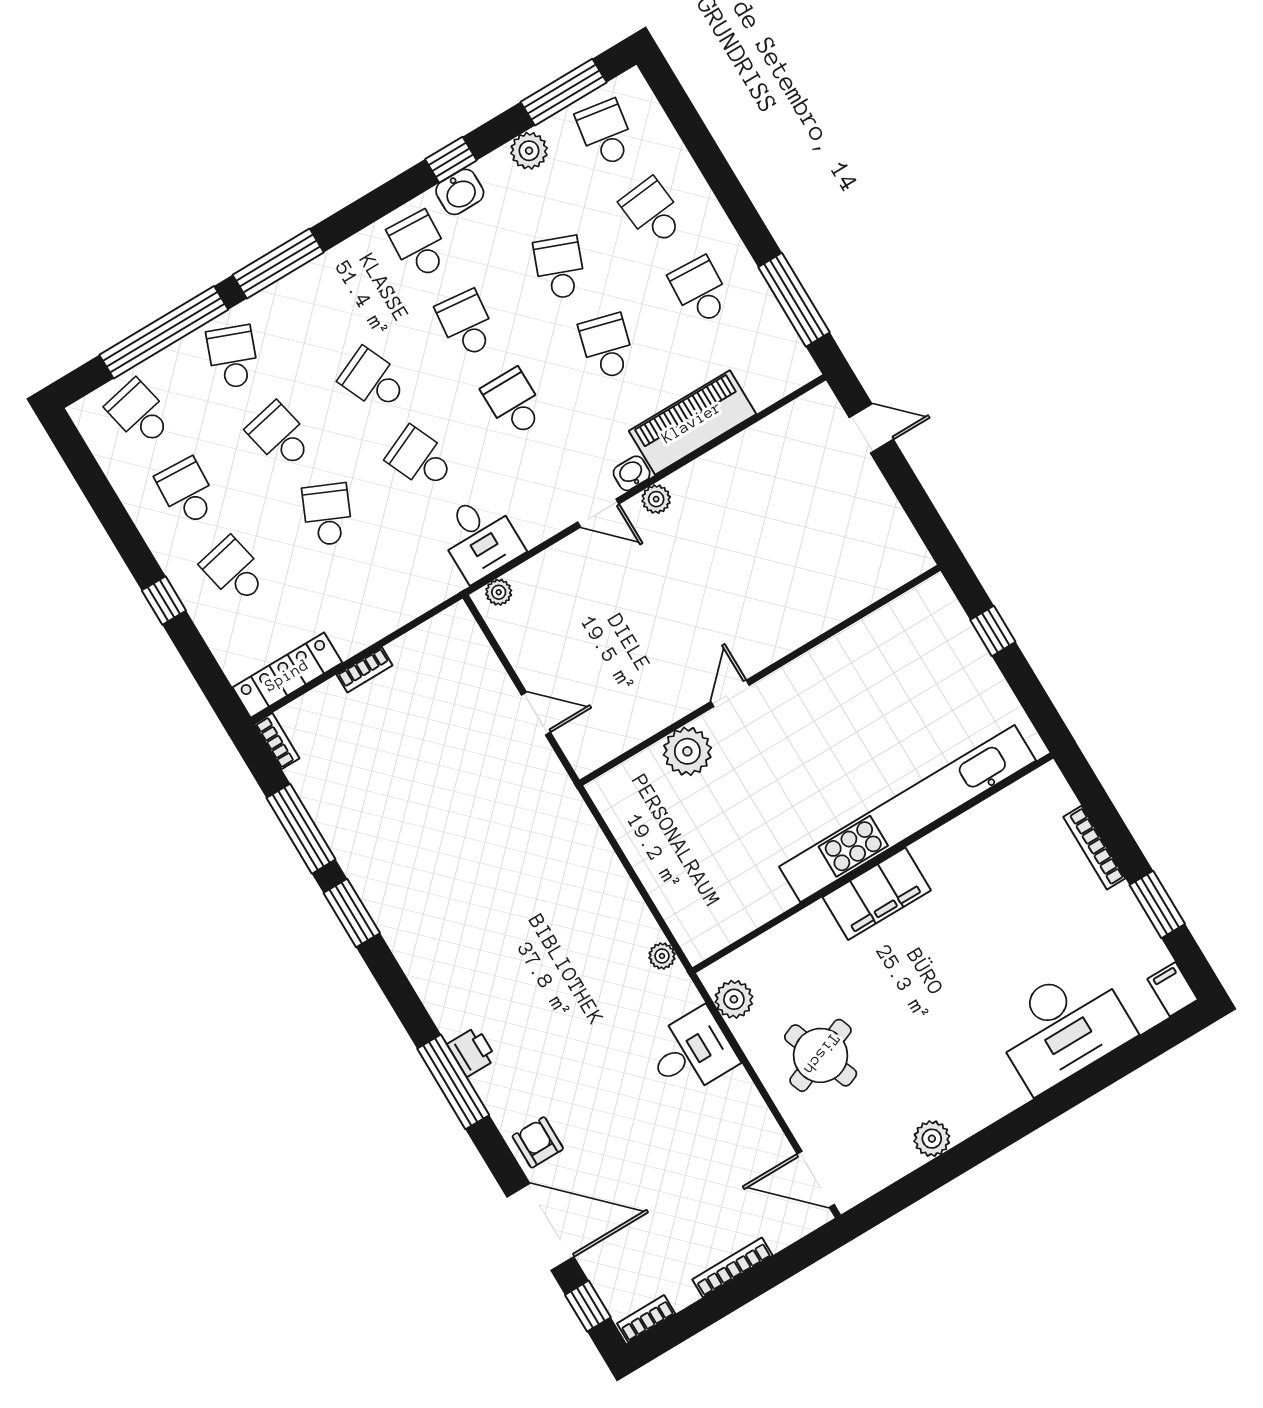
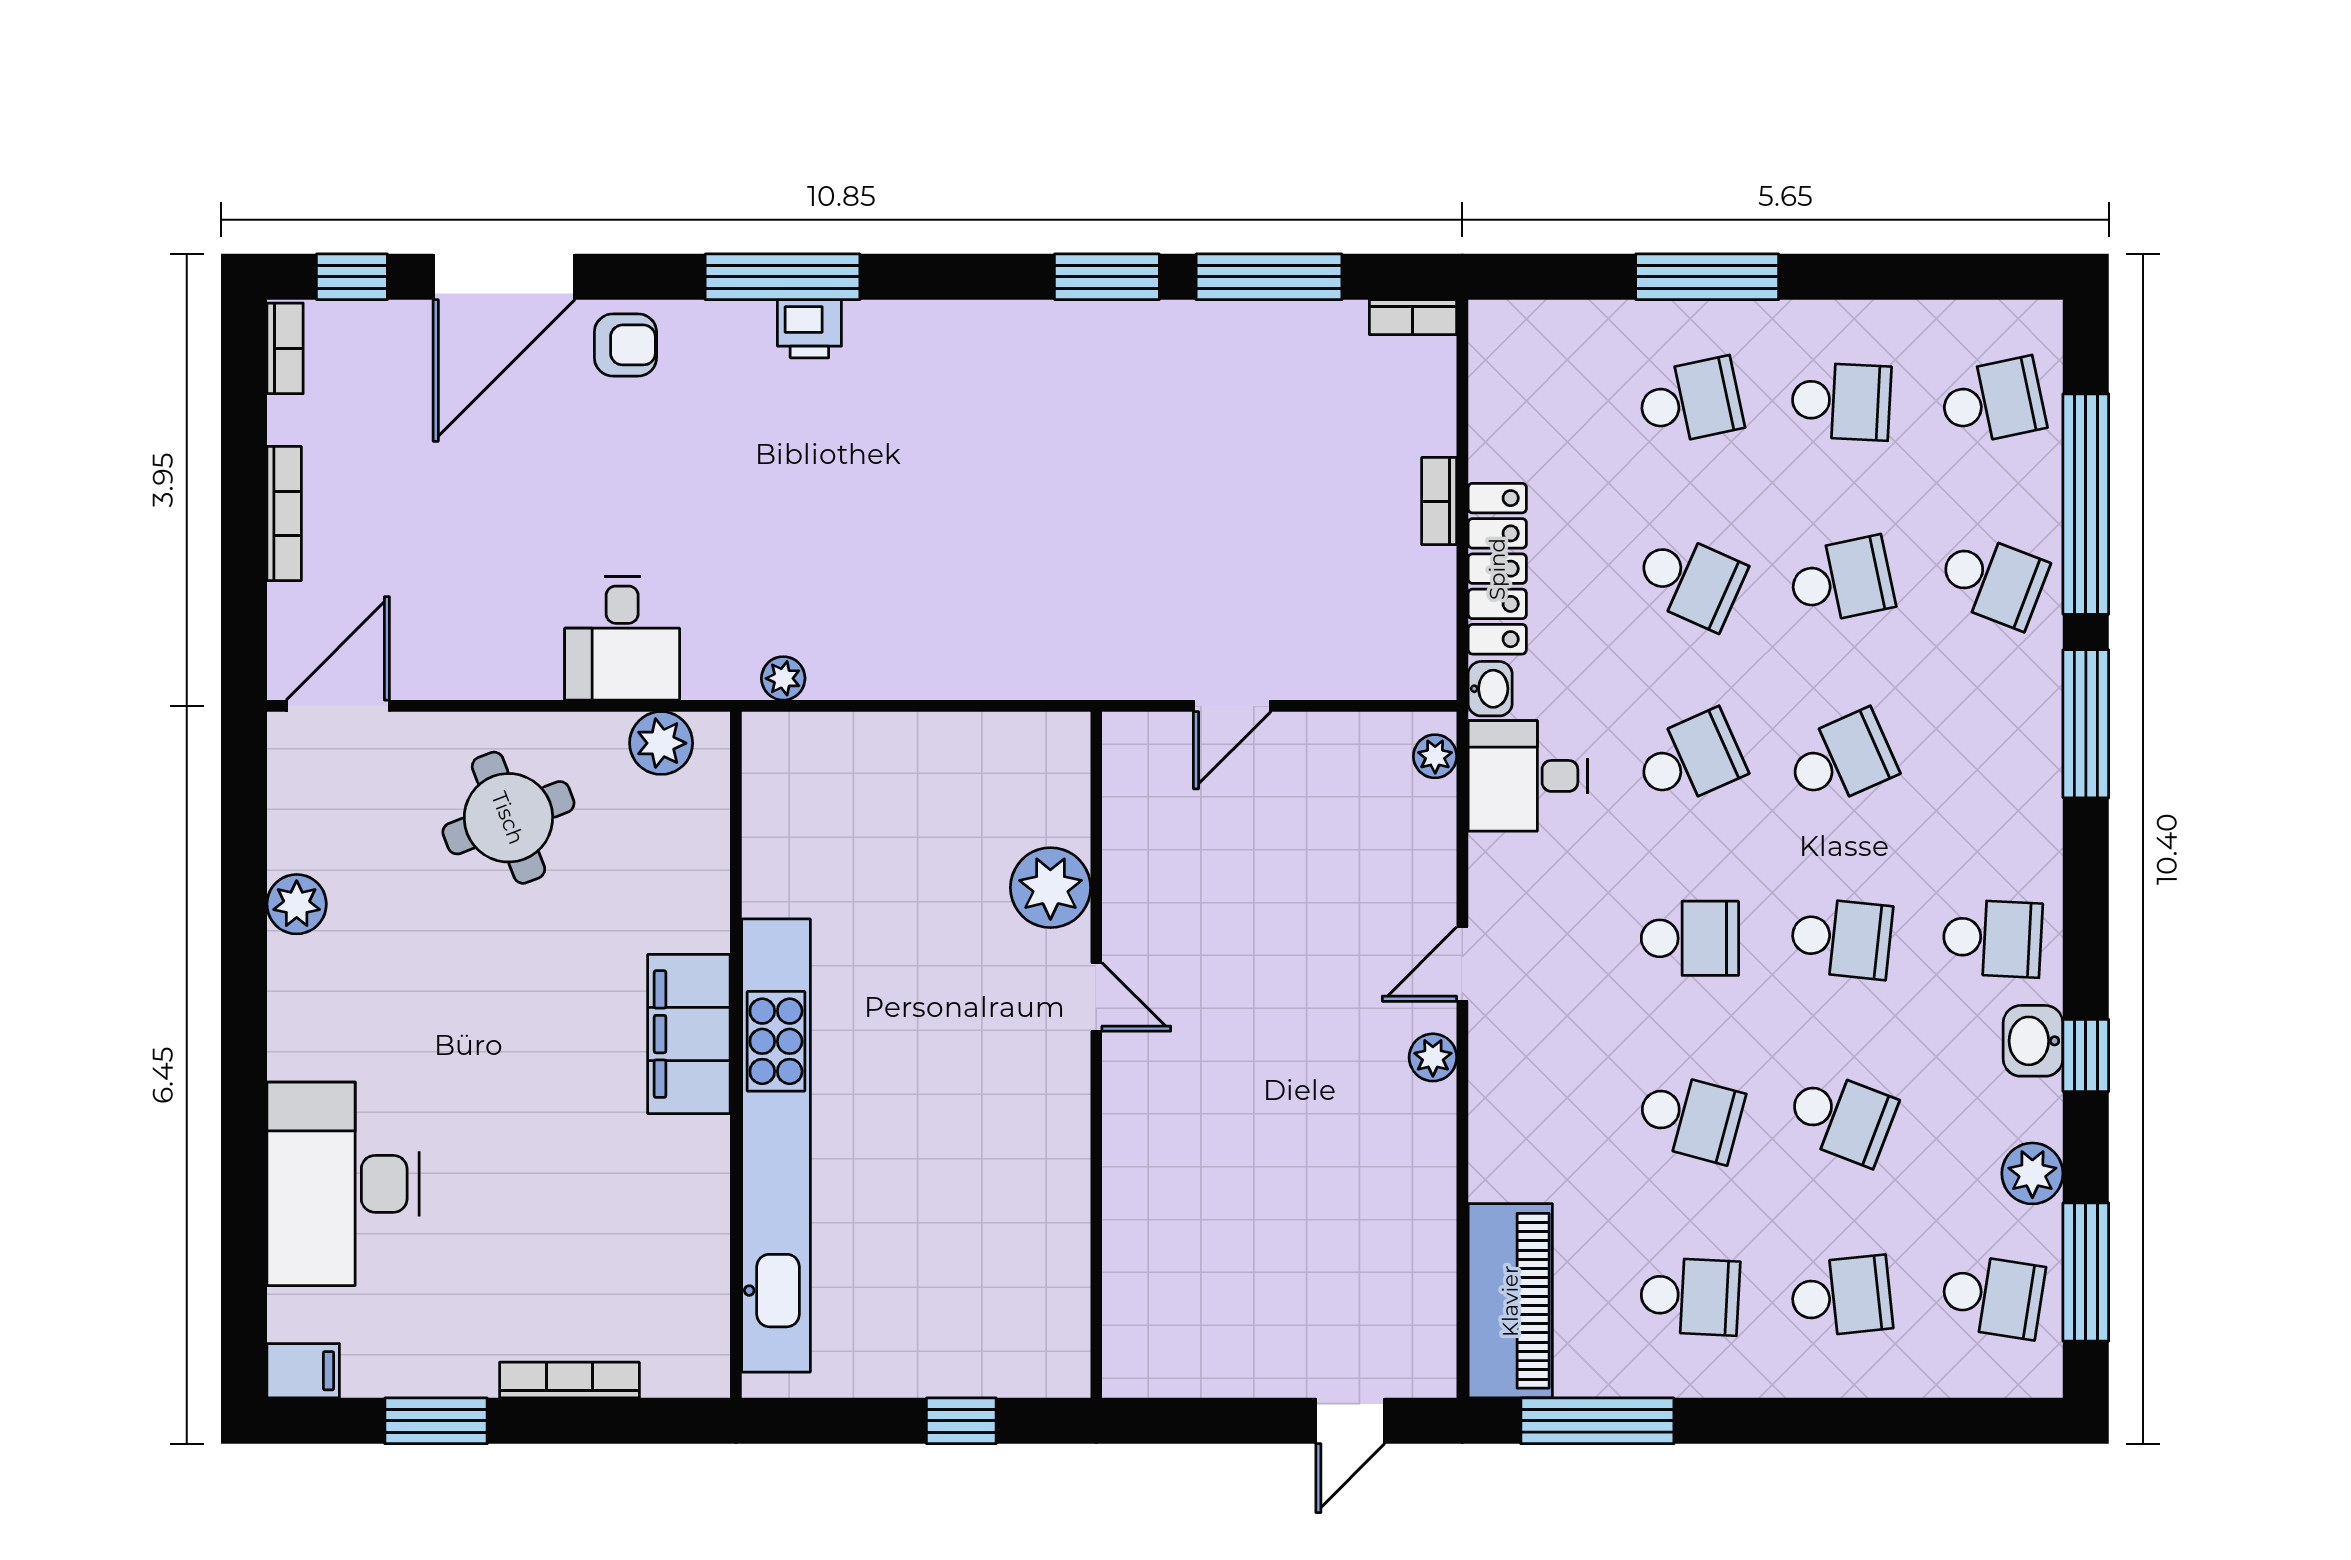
piano: (692, 422) -> (1510, 1301), moved
washbasin: (632, 473) -> (1490, 689), moved
window: (164, 600) -> (1707, 277), width x2.17
locker: (287, 675) -> (1497, 569), moved

